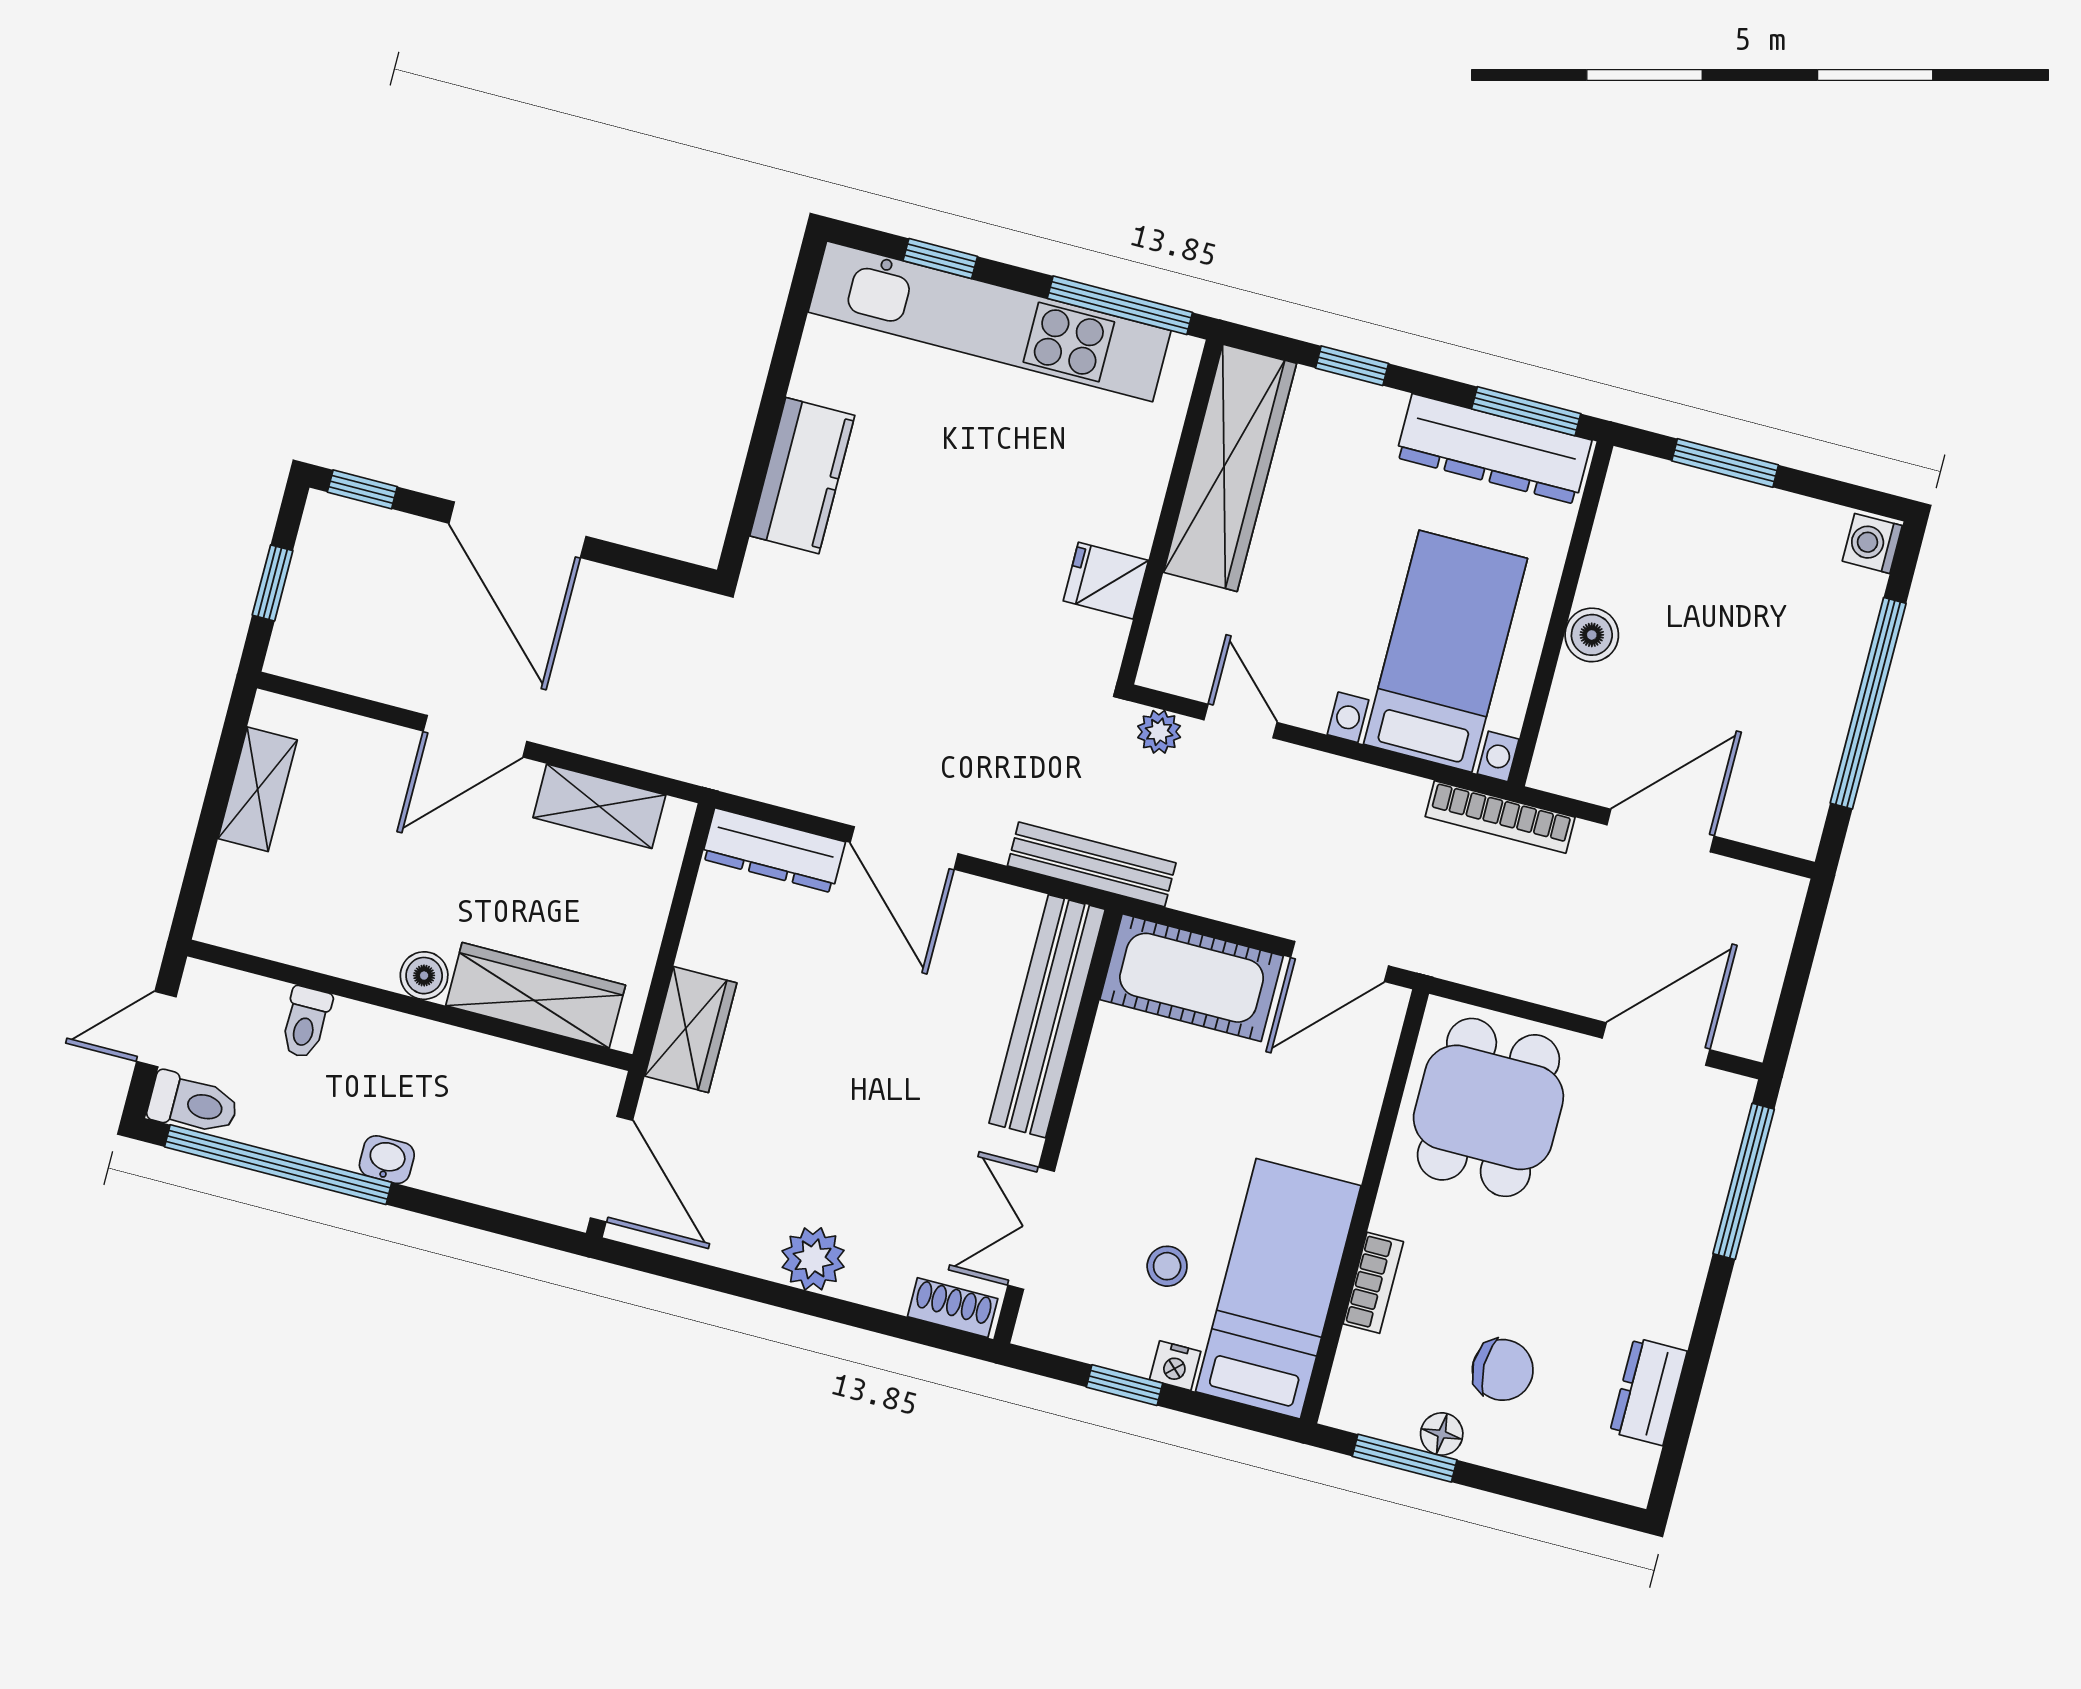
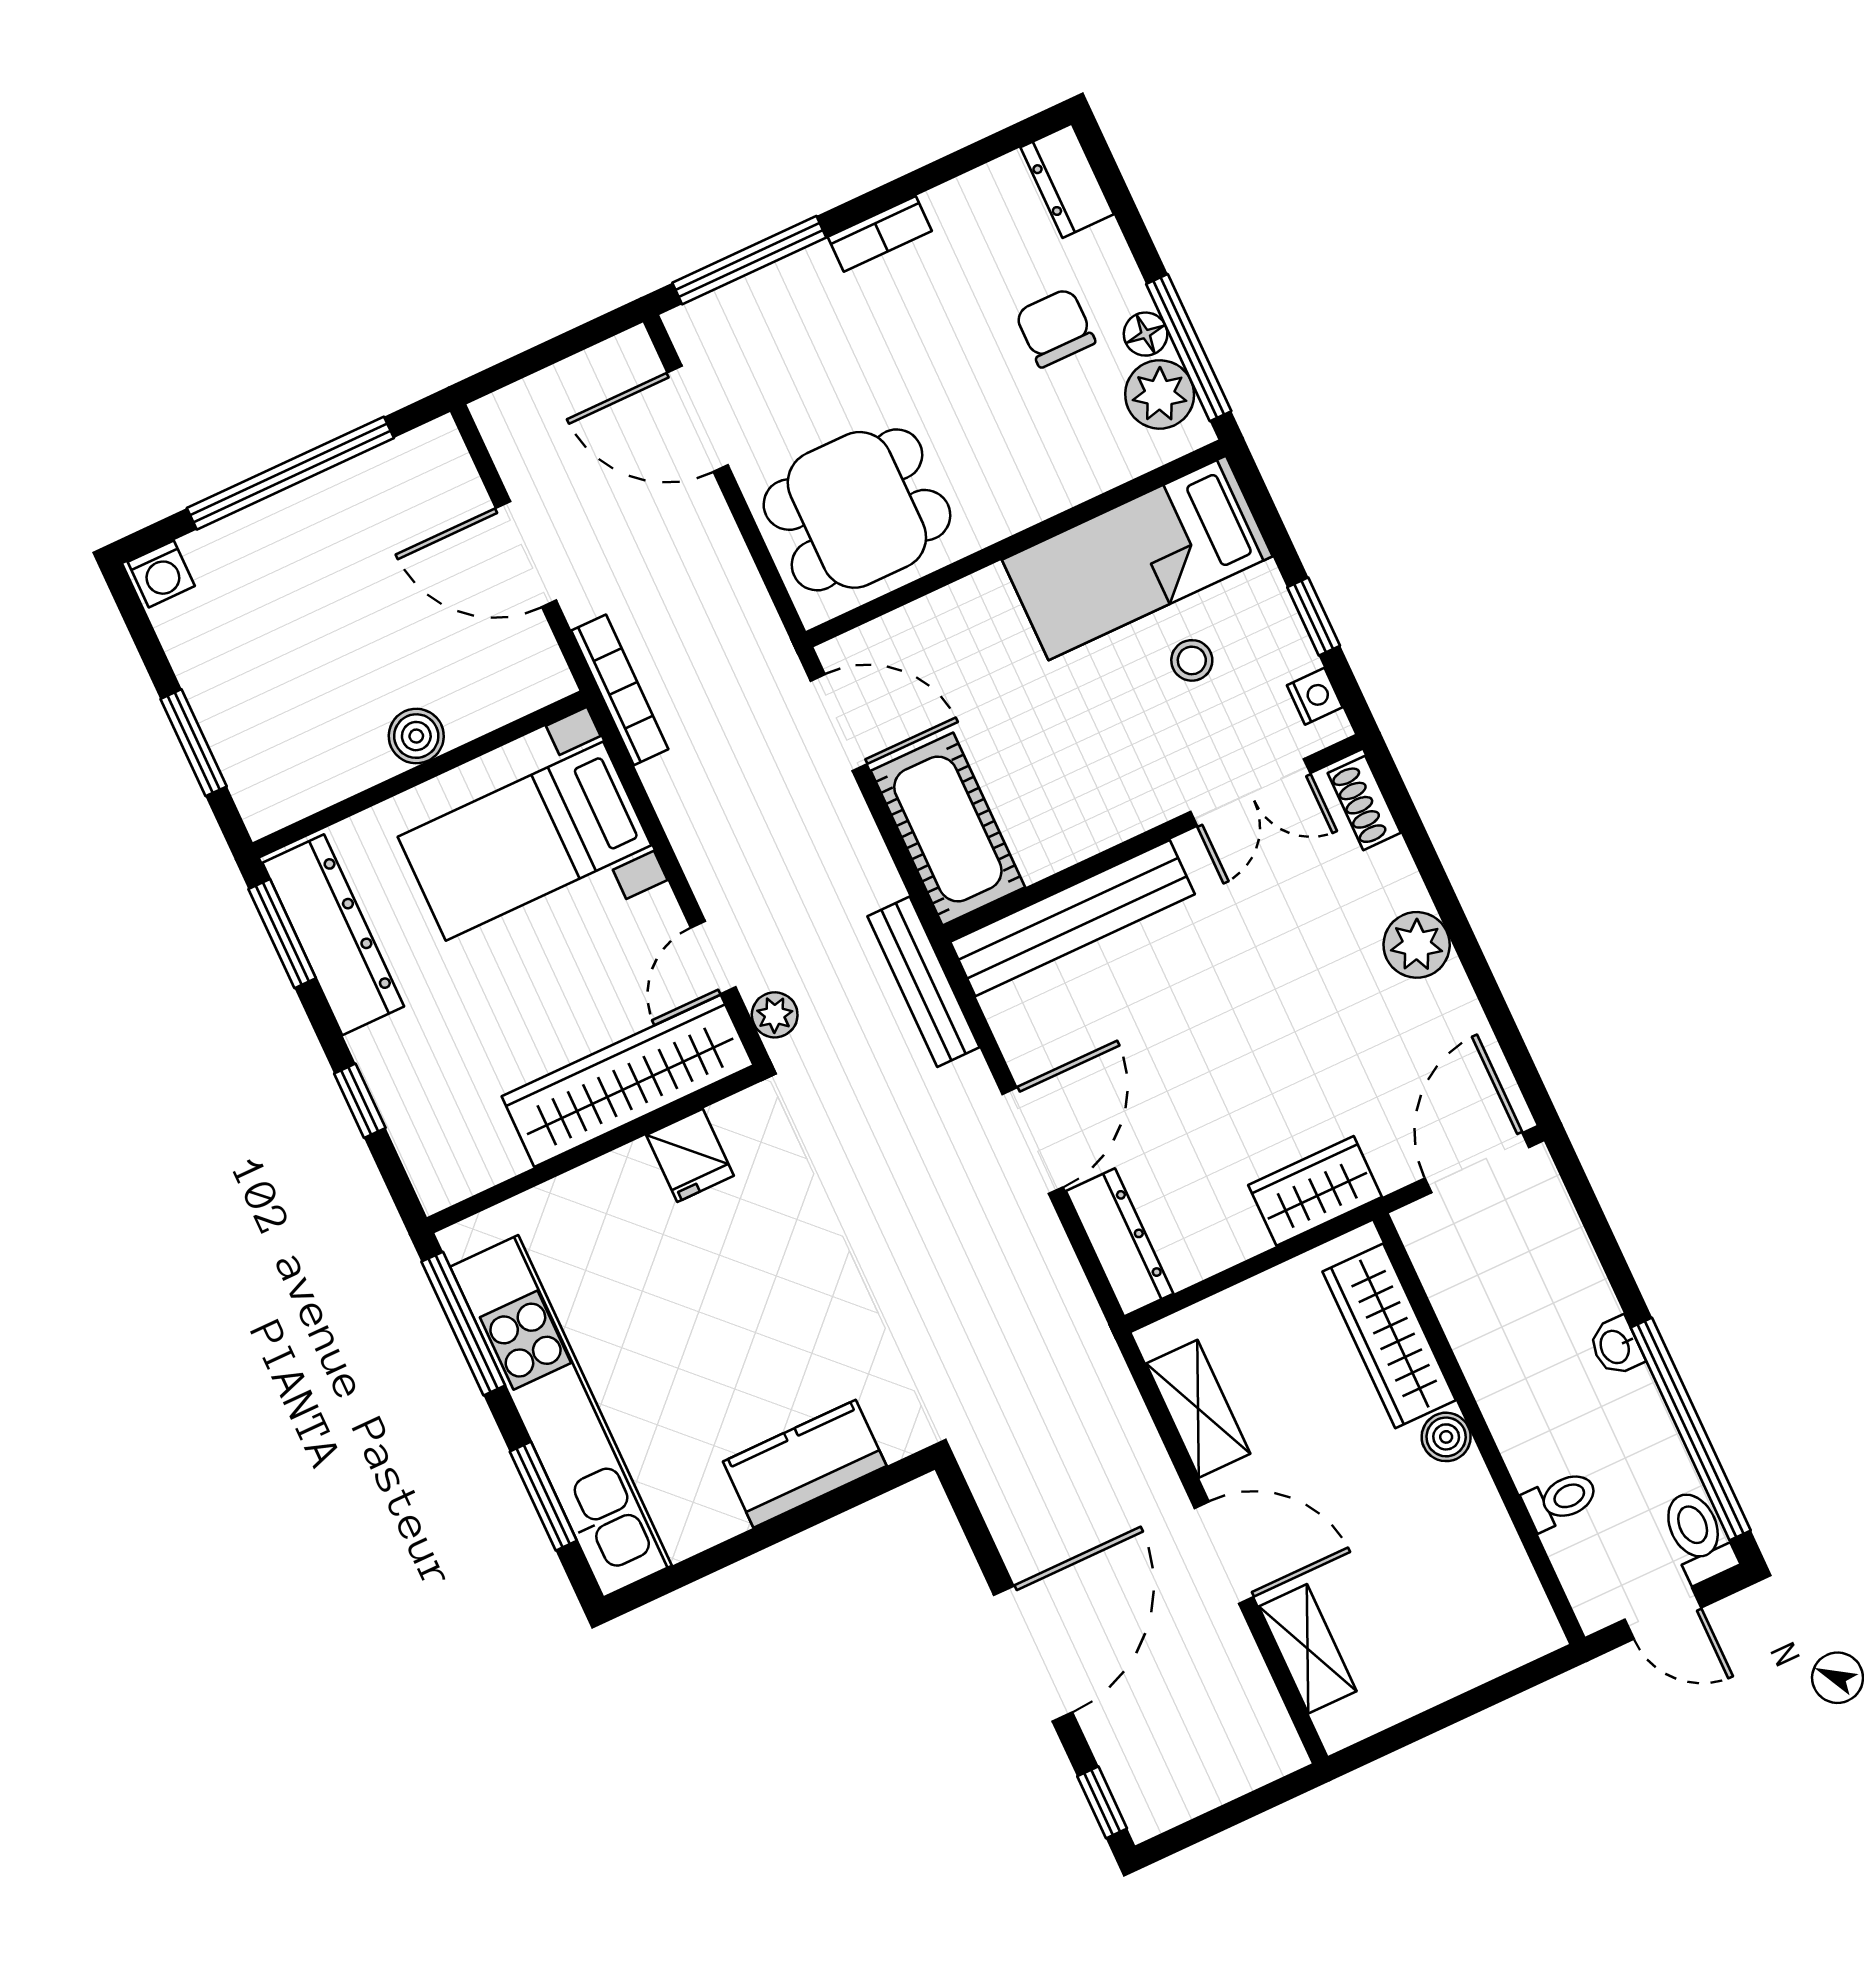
window: (940, 259) -> (543, 1496), width x1.50
wardrobe: (1230, 468) -> (628, 1081), moved
window: (273, 583) -> (1235, 1812), removed
shelving: (258, 789) -> (1308, 1649), moved, turned 90
bookcase: (1373, 1283) -> (880, 234), moved, turned 180
nightstand: (1175, 1366) -> (1315, 696), moved
dresser: (1648, 1392) -> (1067, 181), moved, turned 90
plant: (1387, 1407) -> (1160, 394), added
window: (1405, 1458) -> (1189, 348), width x1.44

